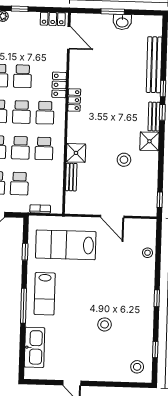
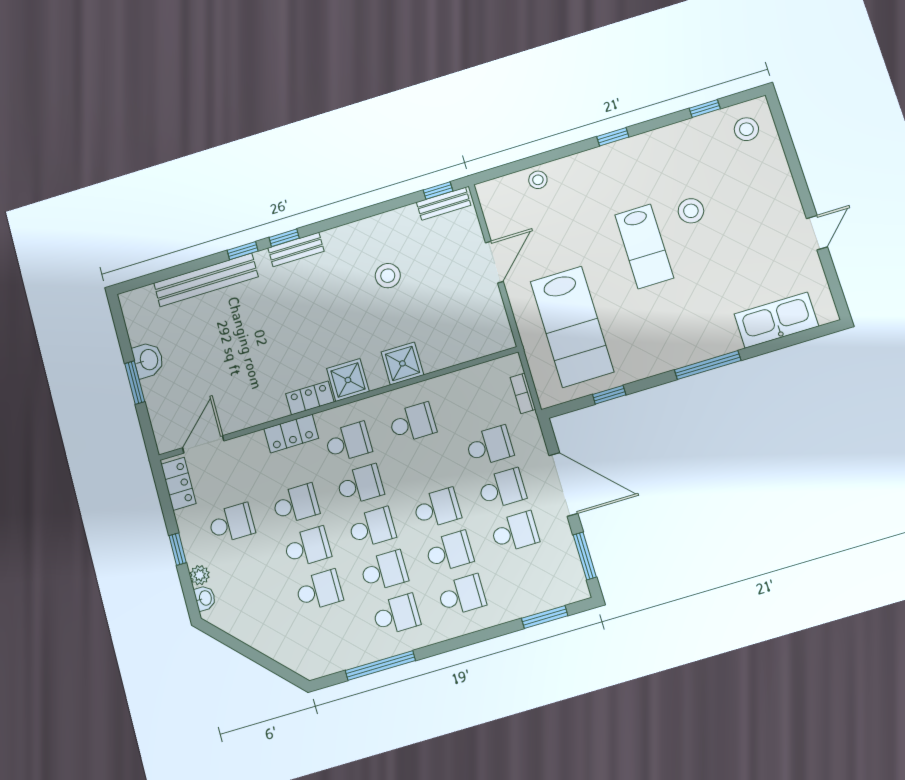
shower: (149, 141) -> (348, 380), moved
school desk: (20, 148) -> (232, 523), moved
bench: (71, 177) -> (444, 204), moved
lab bench: (45, 294) -> (644, 246), moved, turned 90

